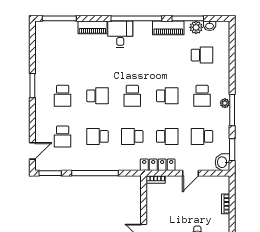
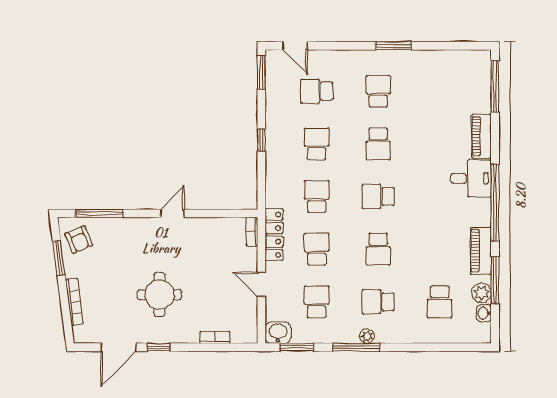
school desk: (63, 96) -> (378, 91), turned 90
school desk: (167, 136) -> (317, 249), turned 180
window: (95, 173) -> (261, 140), width x0.32

